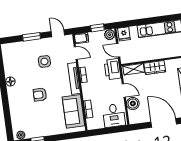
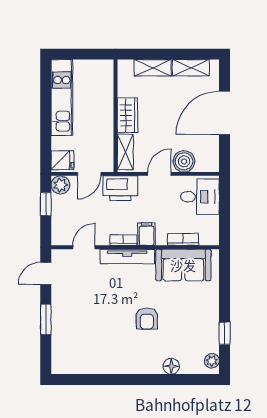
filing cabinet: (81, 38) -> (147, 234), moved
side table: (44, 61) -> (91, 303), removed
floor lamp: (10, 82) -> (171, 366), moved

